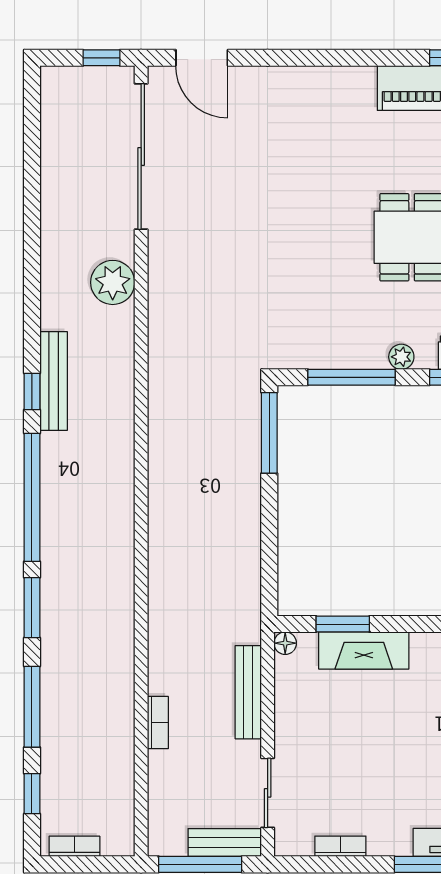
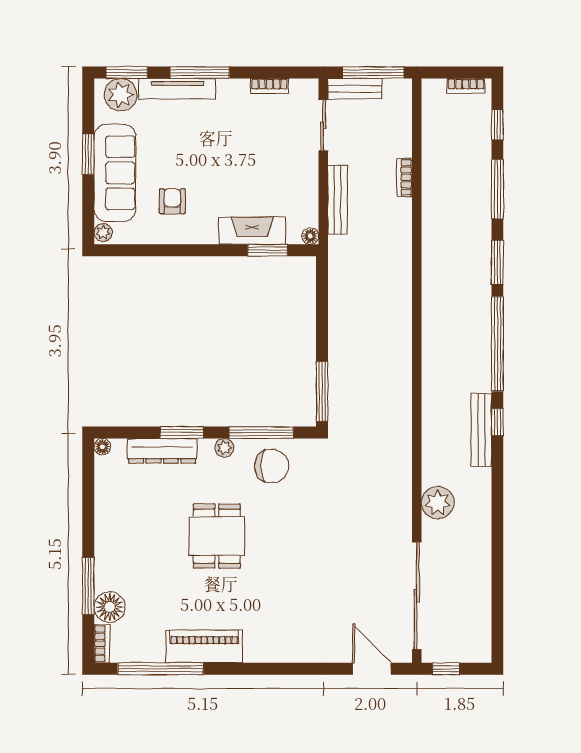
chair: (337, 332) -> (272, 466), added

